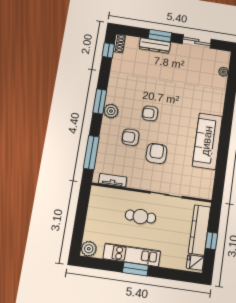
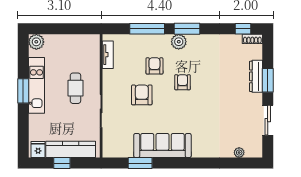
window: (91, 153) -> (147, 29), moved
armchair: (156, 153) -> (142, 95), turned -90
window: (221, 165) -> (140, 163), added

